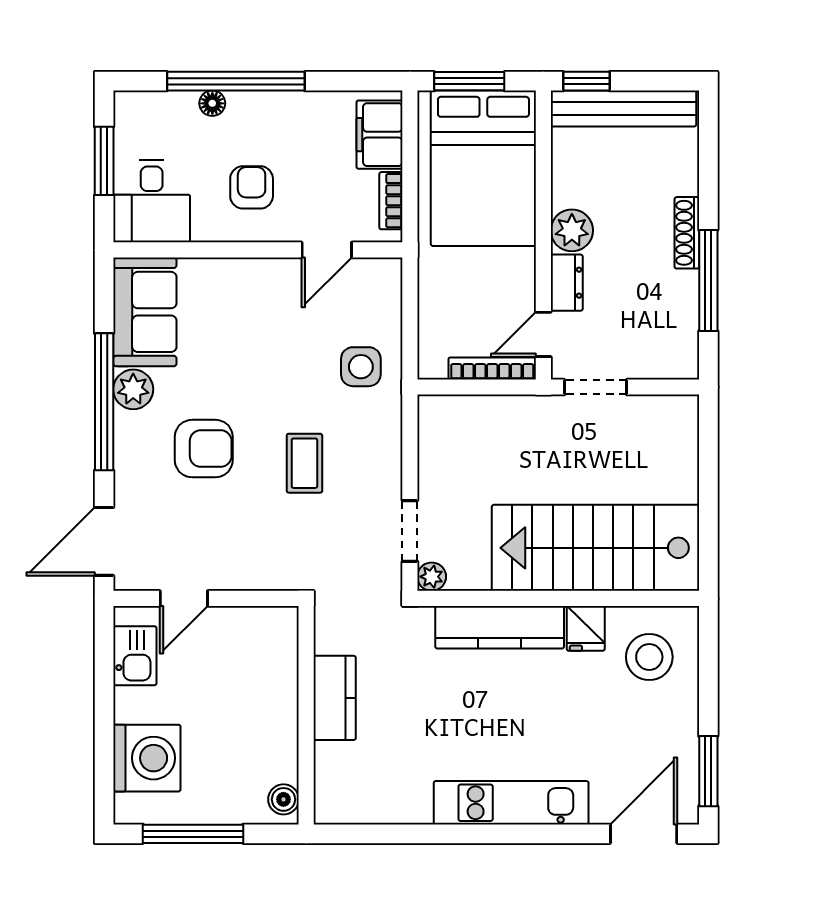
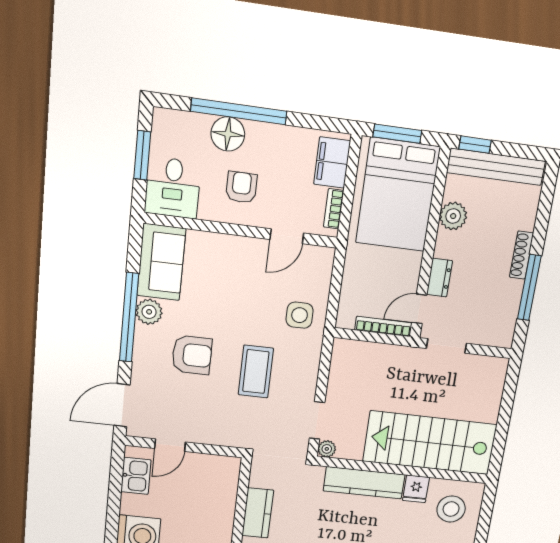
floor lamp: (212, 103) -> (228, 134), width x1.89, depth x1.89
plant: (572, 230) -> (453, 216), moved
coffee table: (304, 463) -> (256, 372), width x1.36, depth x1.30

